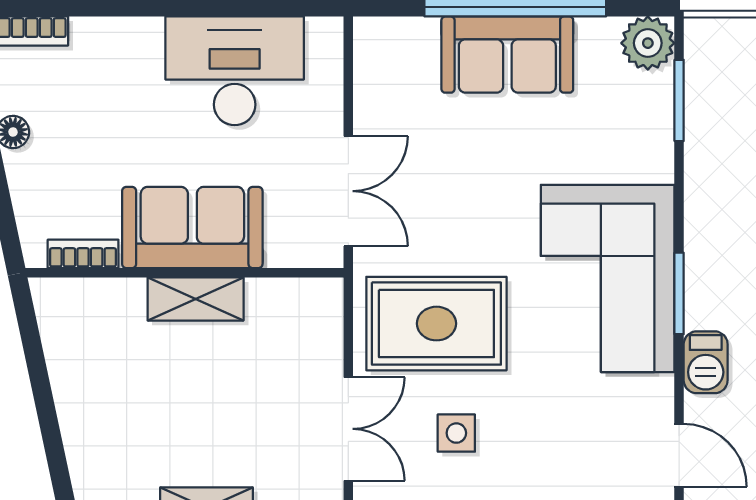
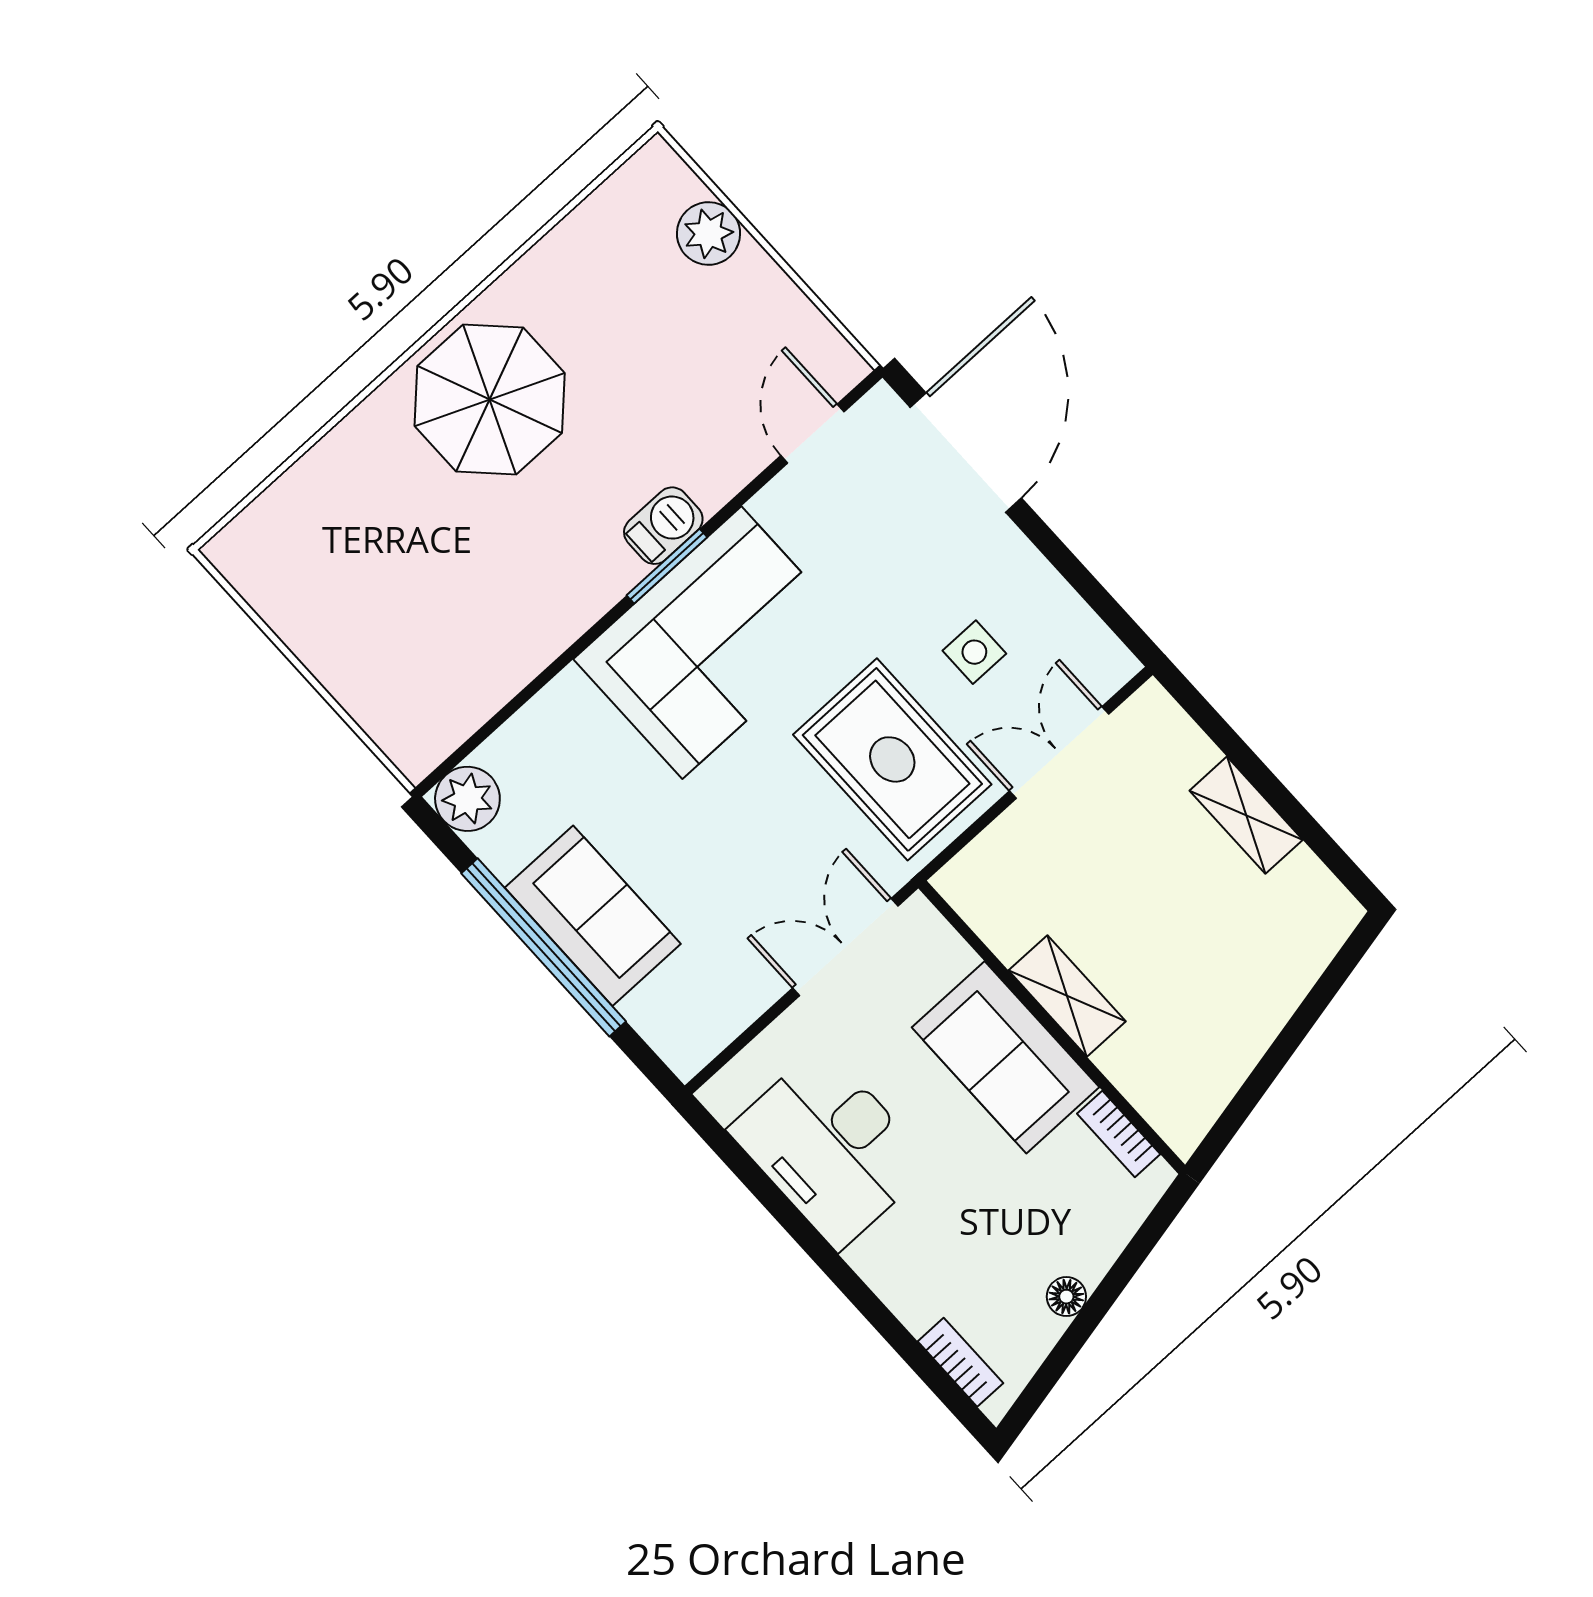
window: (679, 100) -> (493, 724), removed
barbecue: (706, 362) -> (663, 526), moved

